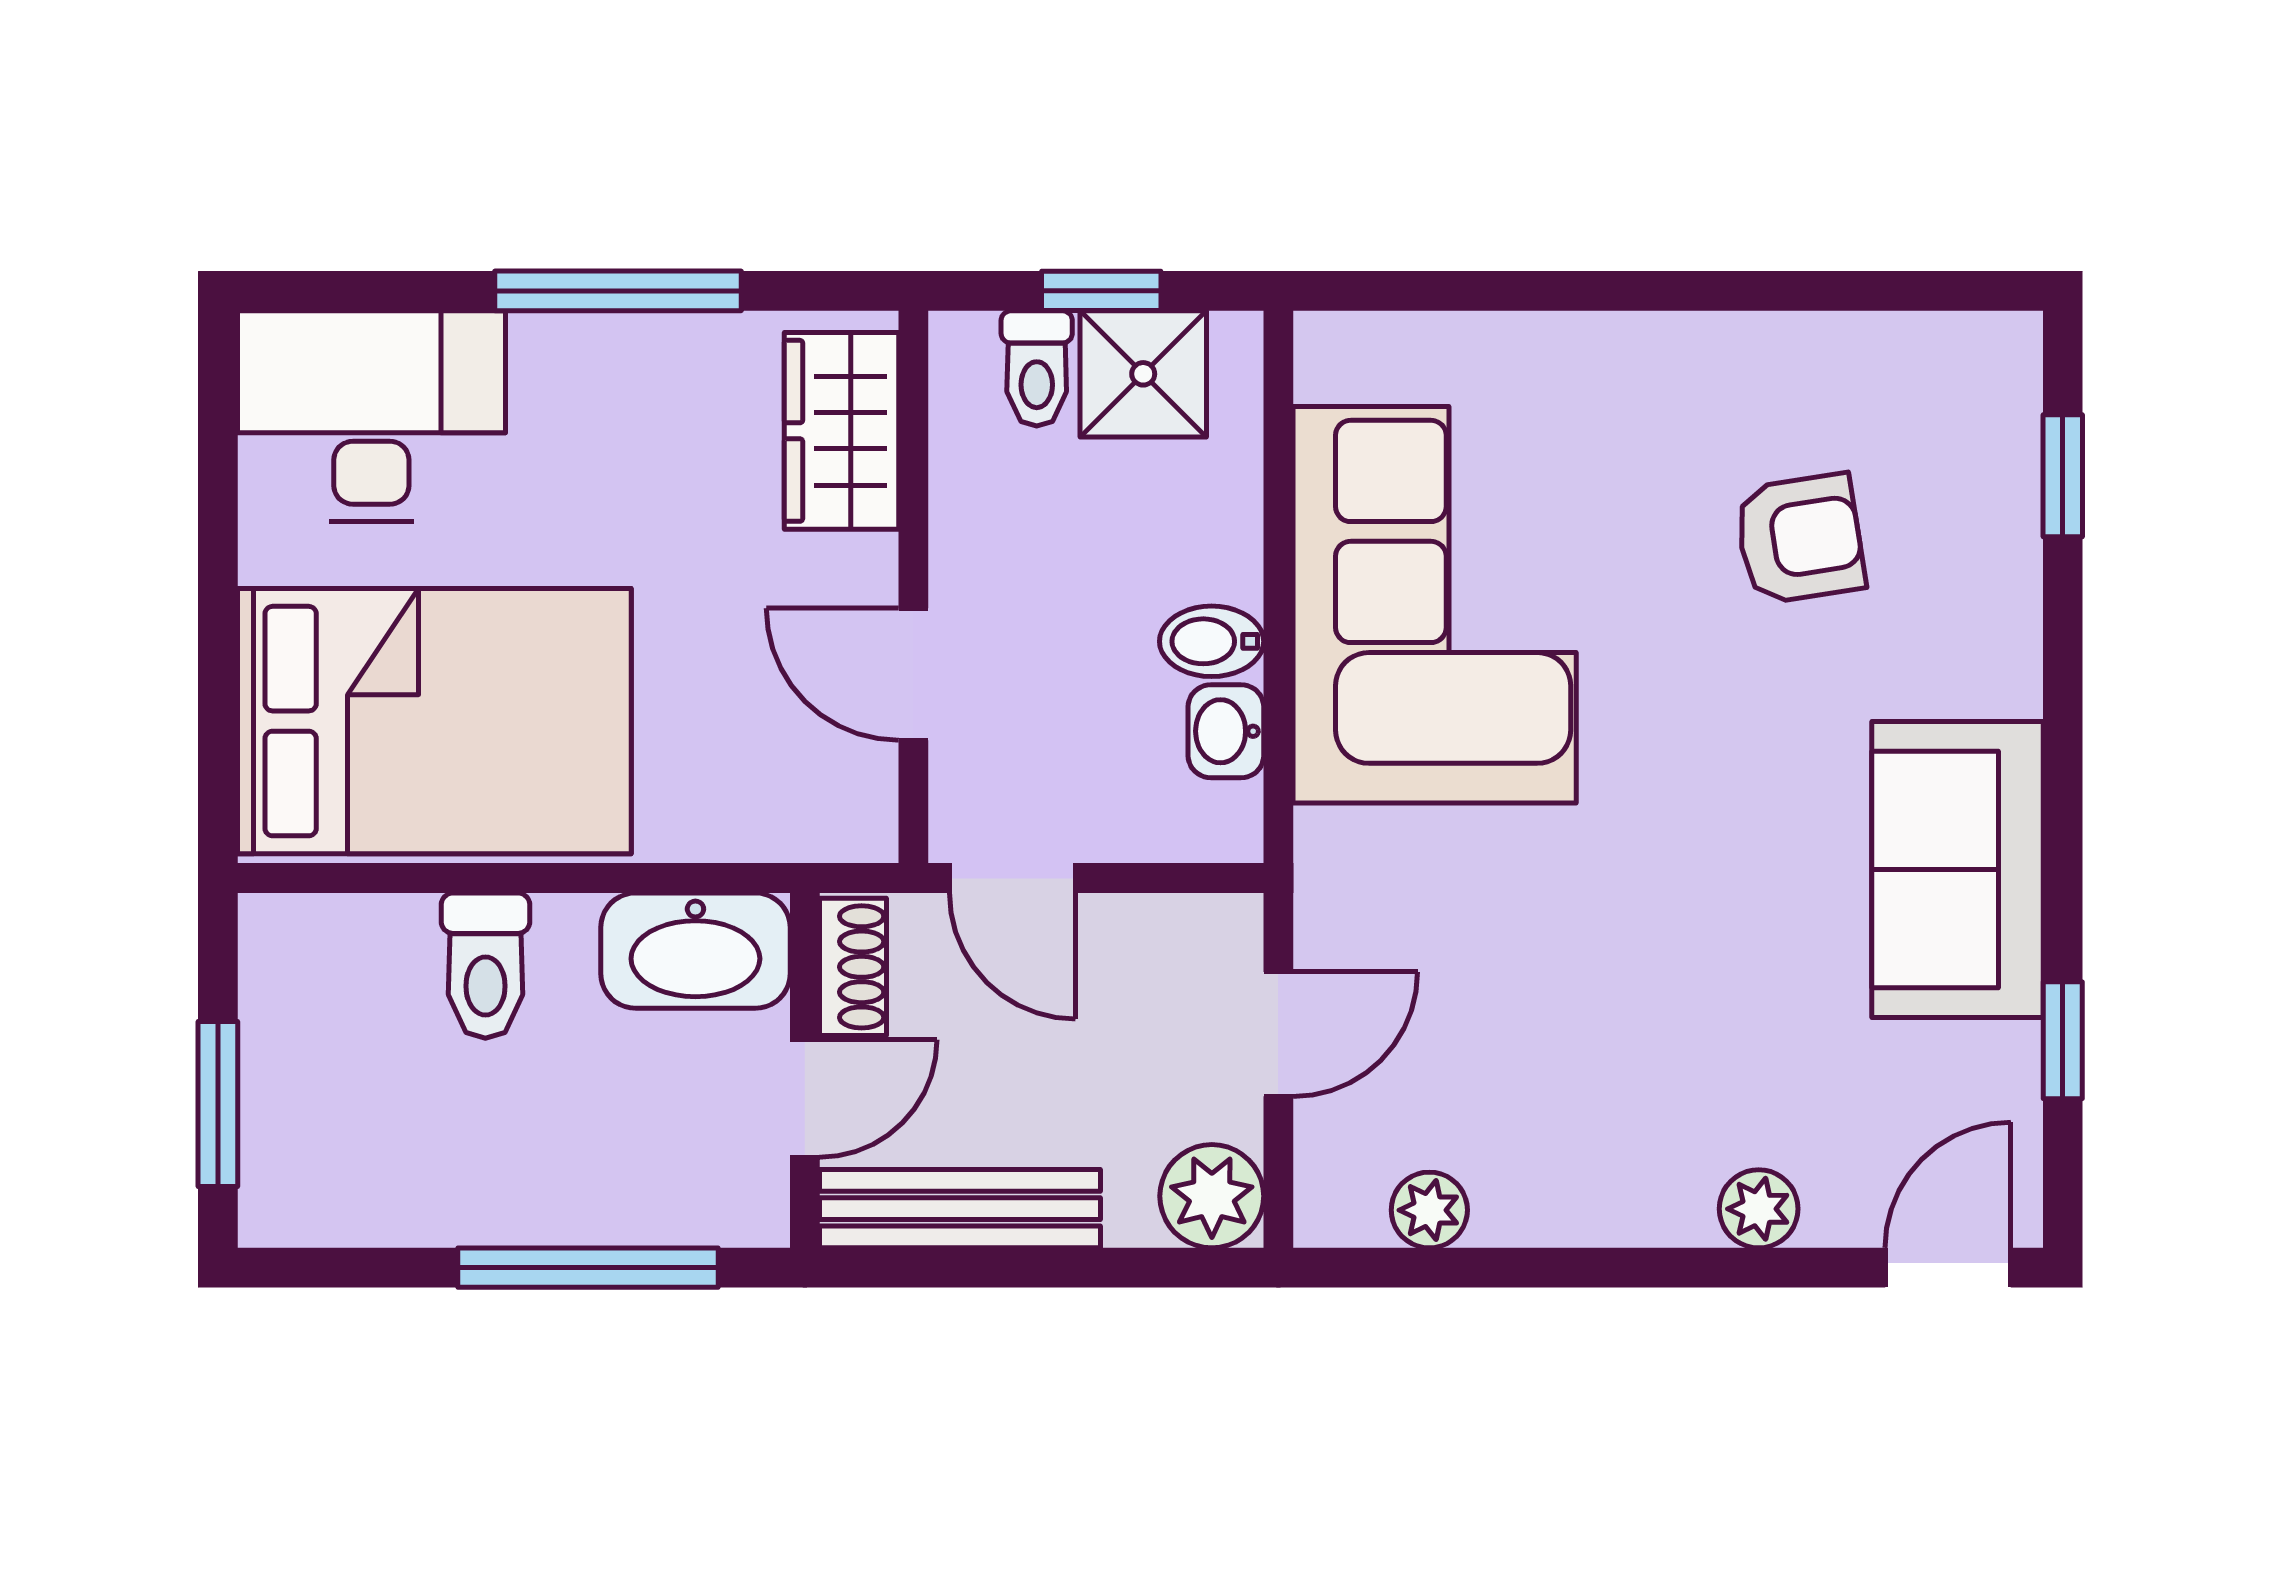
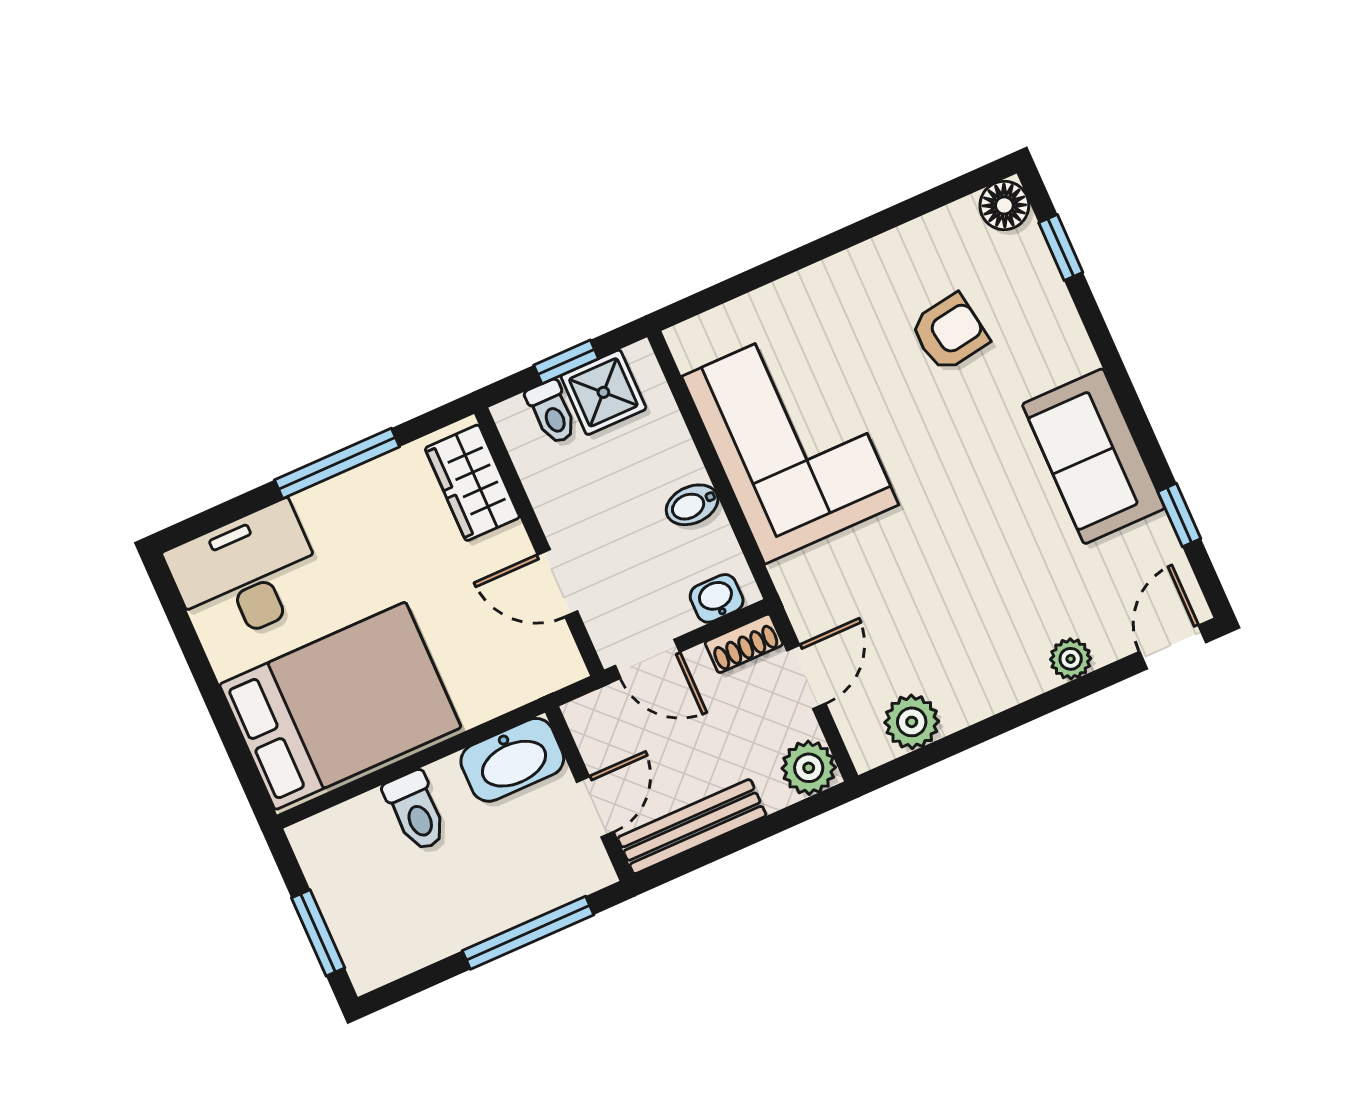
floor lamp: (1996, 358) -> (1004, 205), added
washbasin: (1226, 731) -> (717, 598), moved, turned 90
shoe rack: (853, 967) -> (744, 643), moved, turned 90
plant: (1429, 1210) -> (912, 722), width x1.38, depth x1.38

